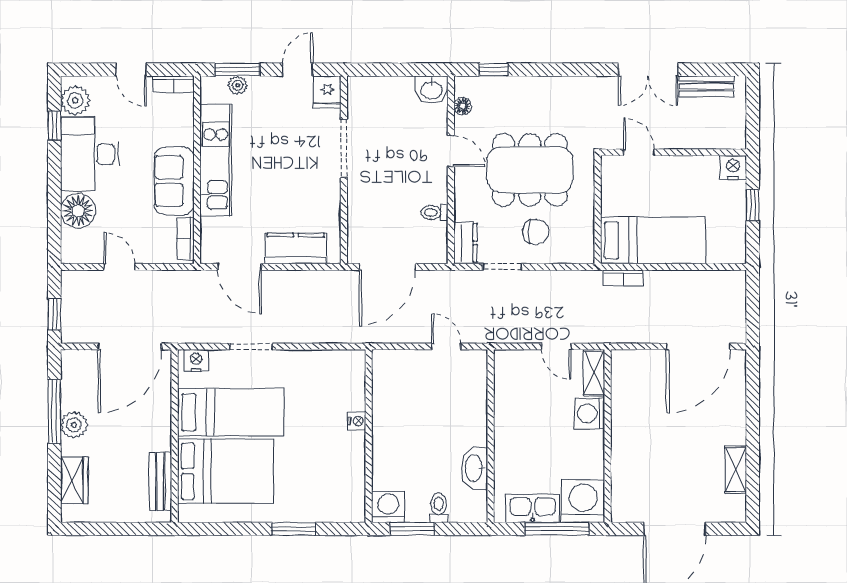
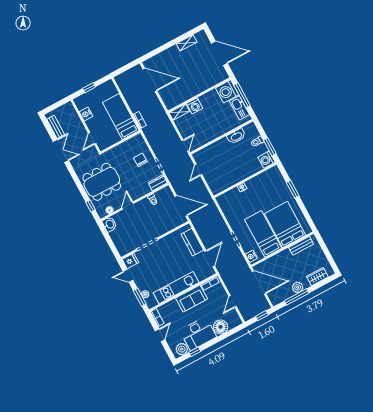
nightstand: (733, 168) -> (86, 114), moved
dining table: (530, 170) -> (102, 182), moved, turned 90
door: (556, 347) -> (185, 145), moved

